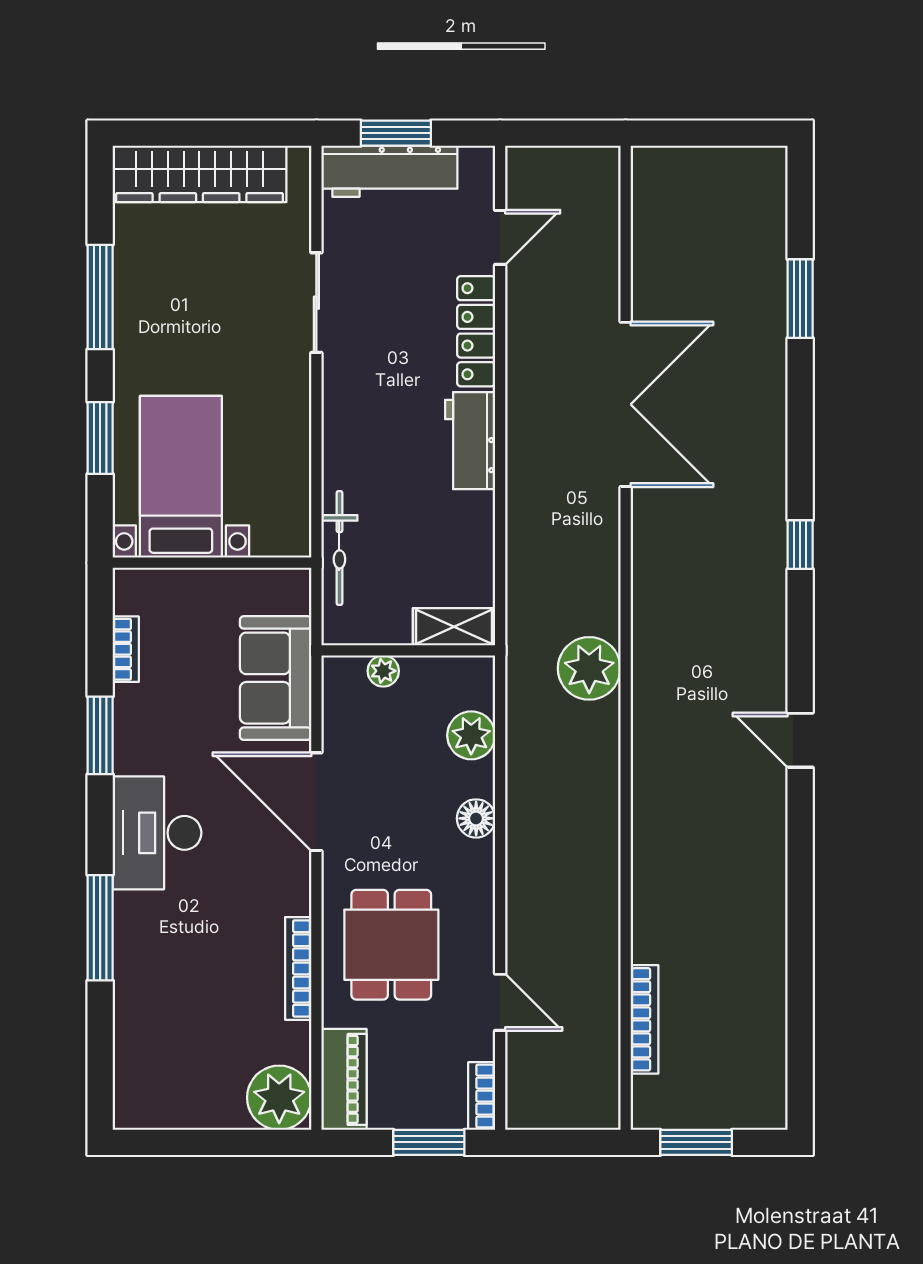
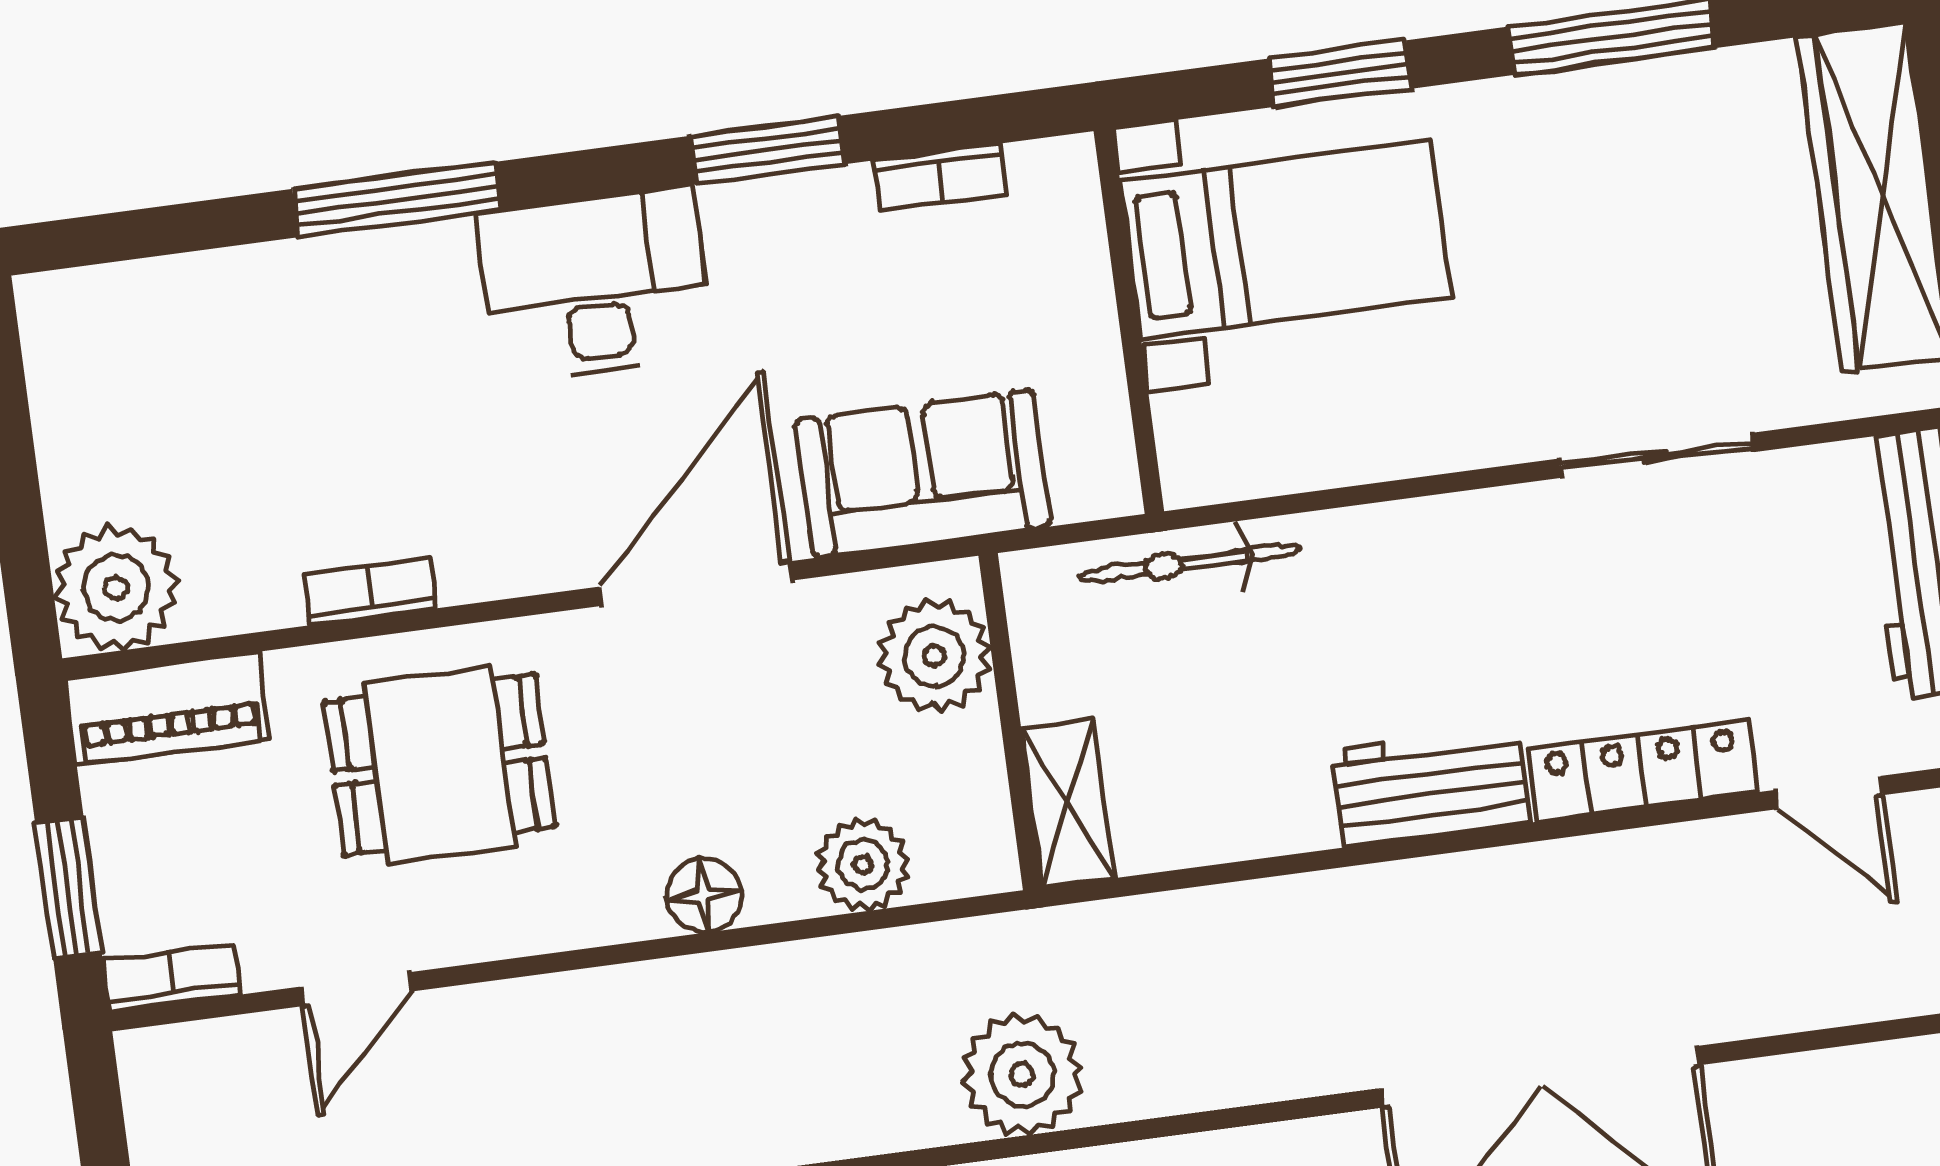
plant: (383, 671) -> (934, 656), width x1.88, depth x1.88
bookcase: (298, 968) -> (370, 592), width x0.64

